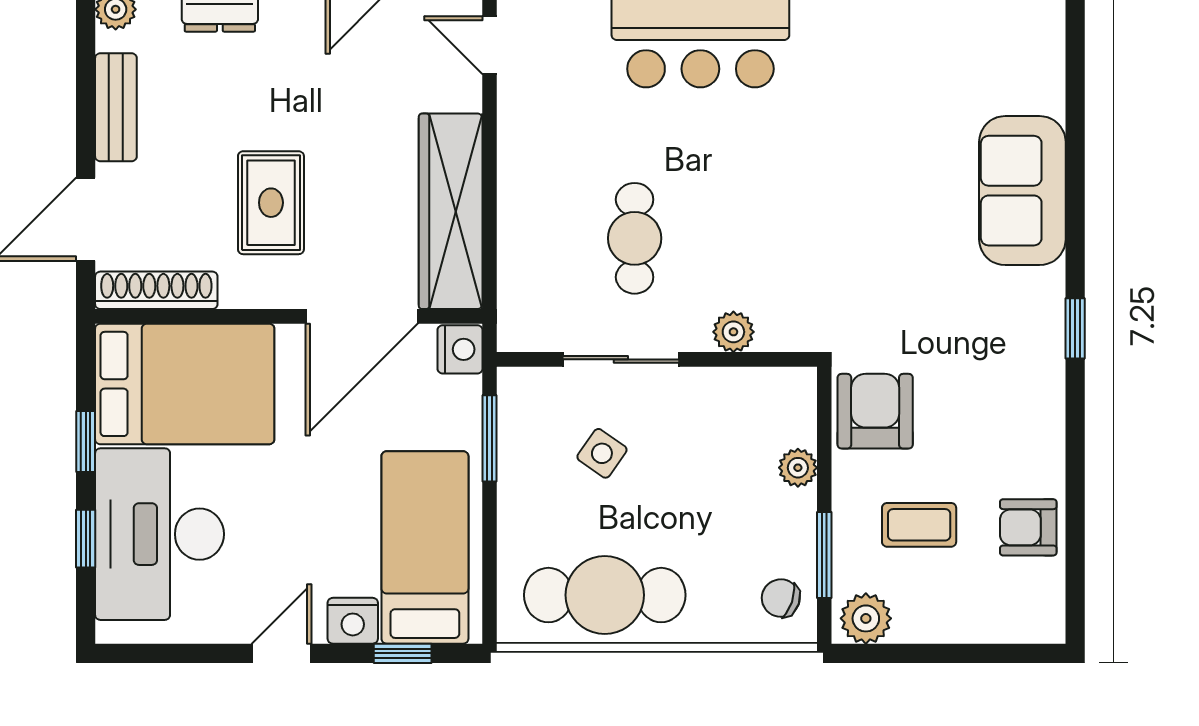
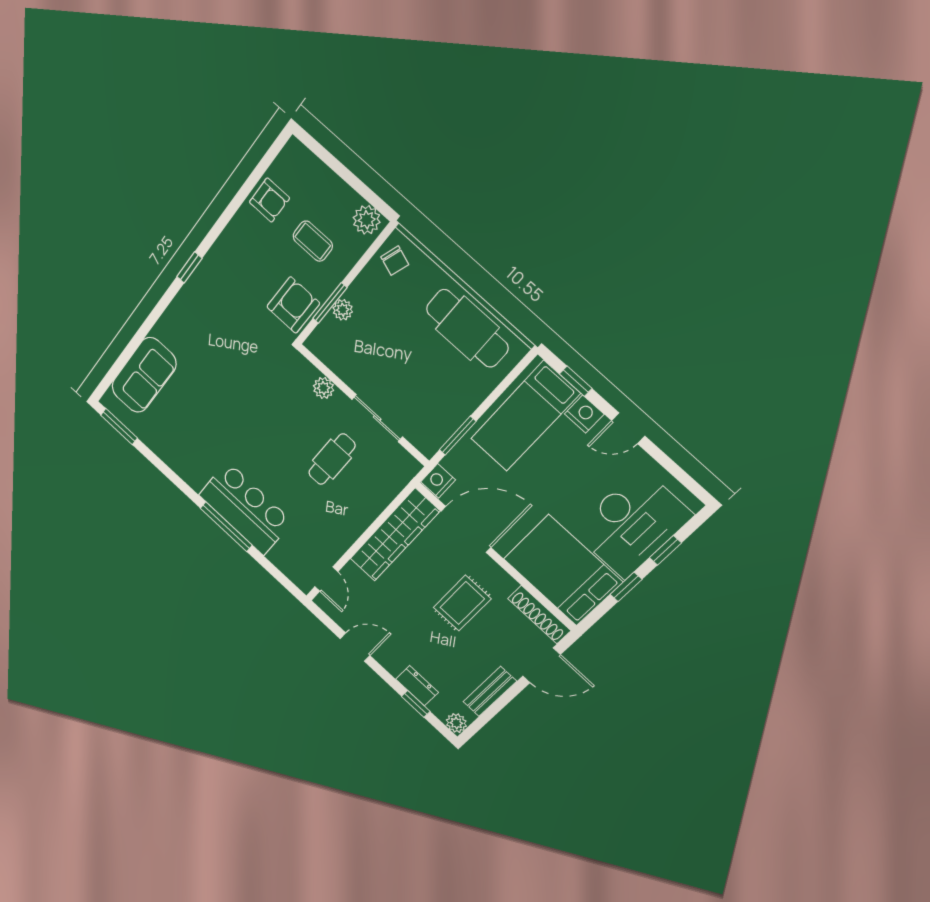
sofa: (1022, 191) -> (144, 375), moved
armchair: (875, 411) -> (293, 305), turned 180
side table: (602, 453) -> (417, 388), removed
window: (824, 555) -> (330, 303), moved

